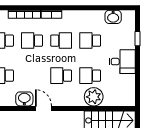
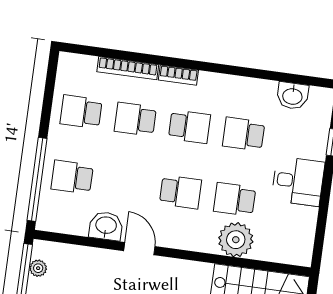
school desk: (61, 76) -> (180, 192), turned 180

